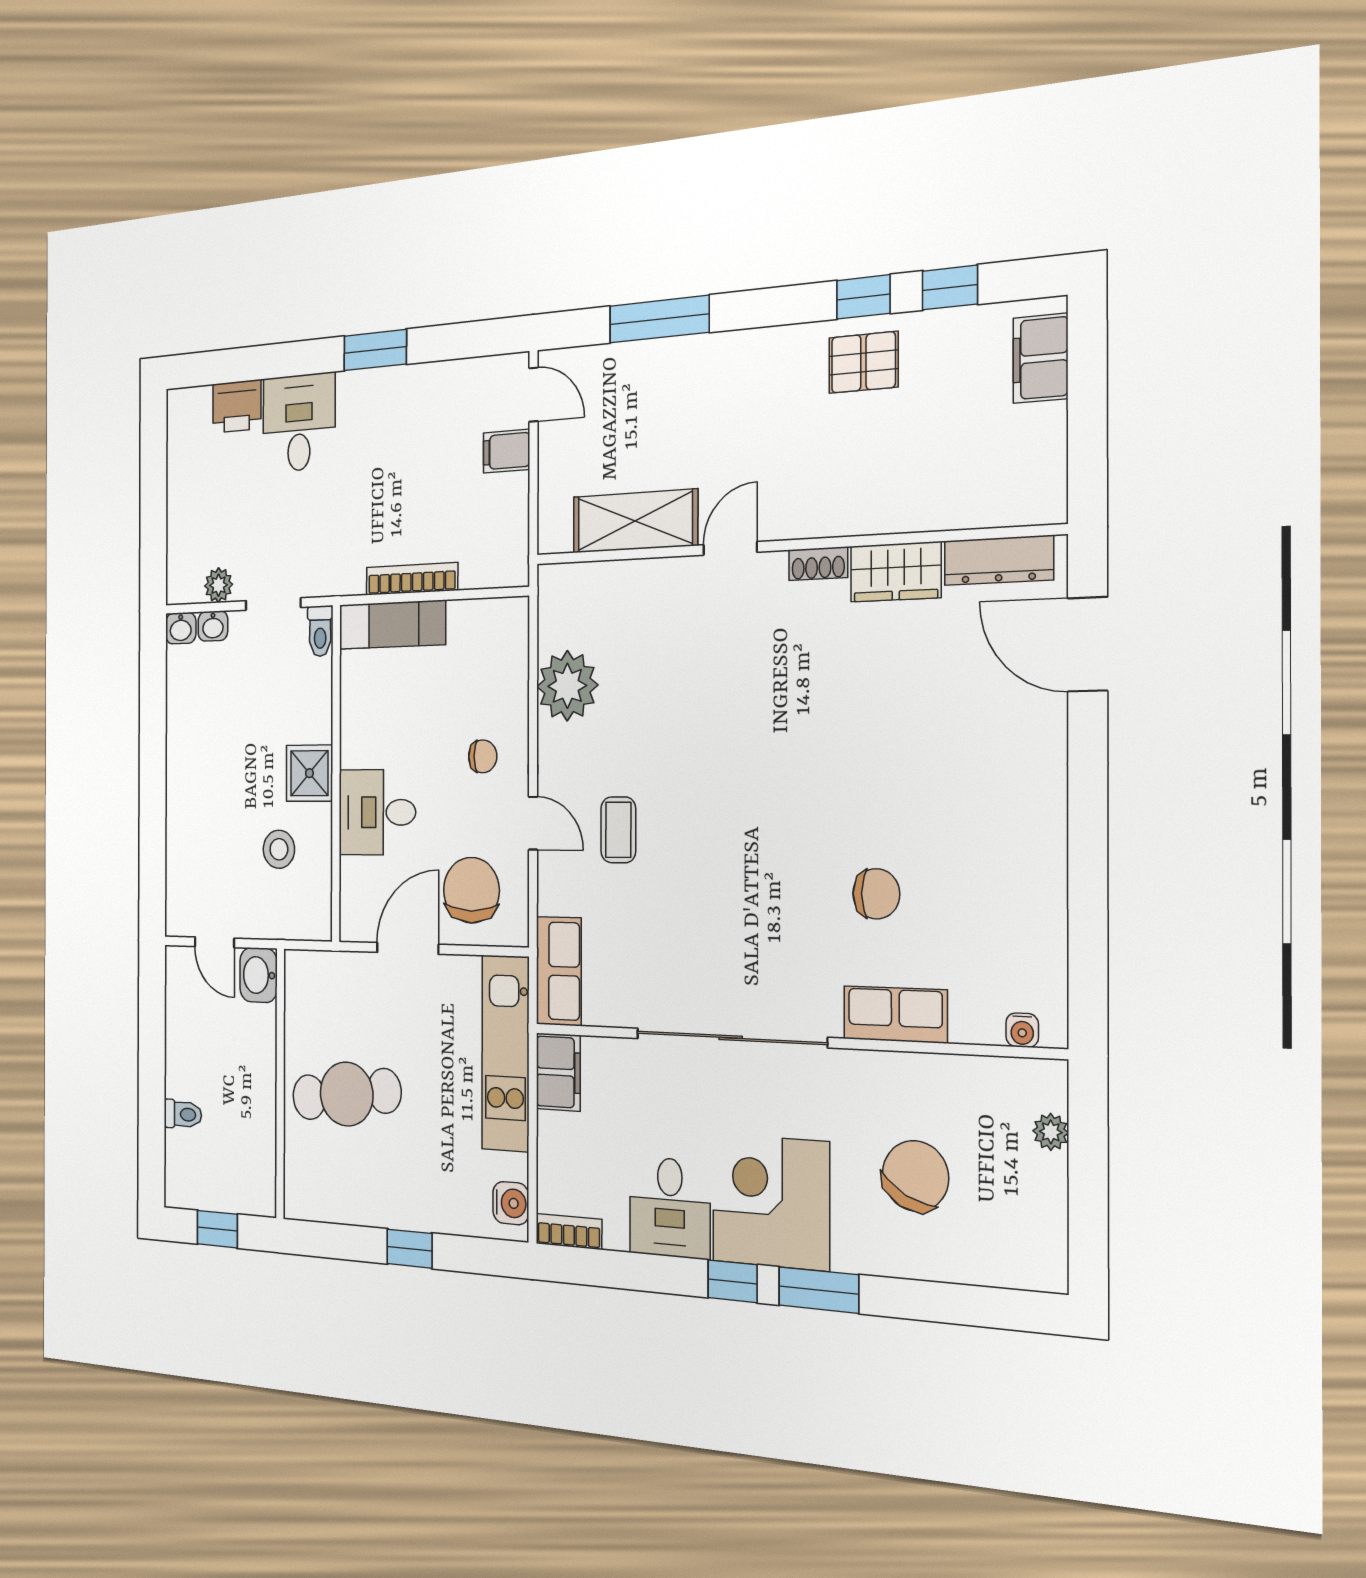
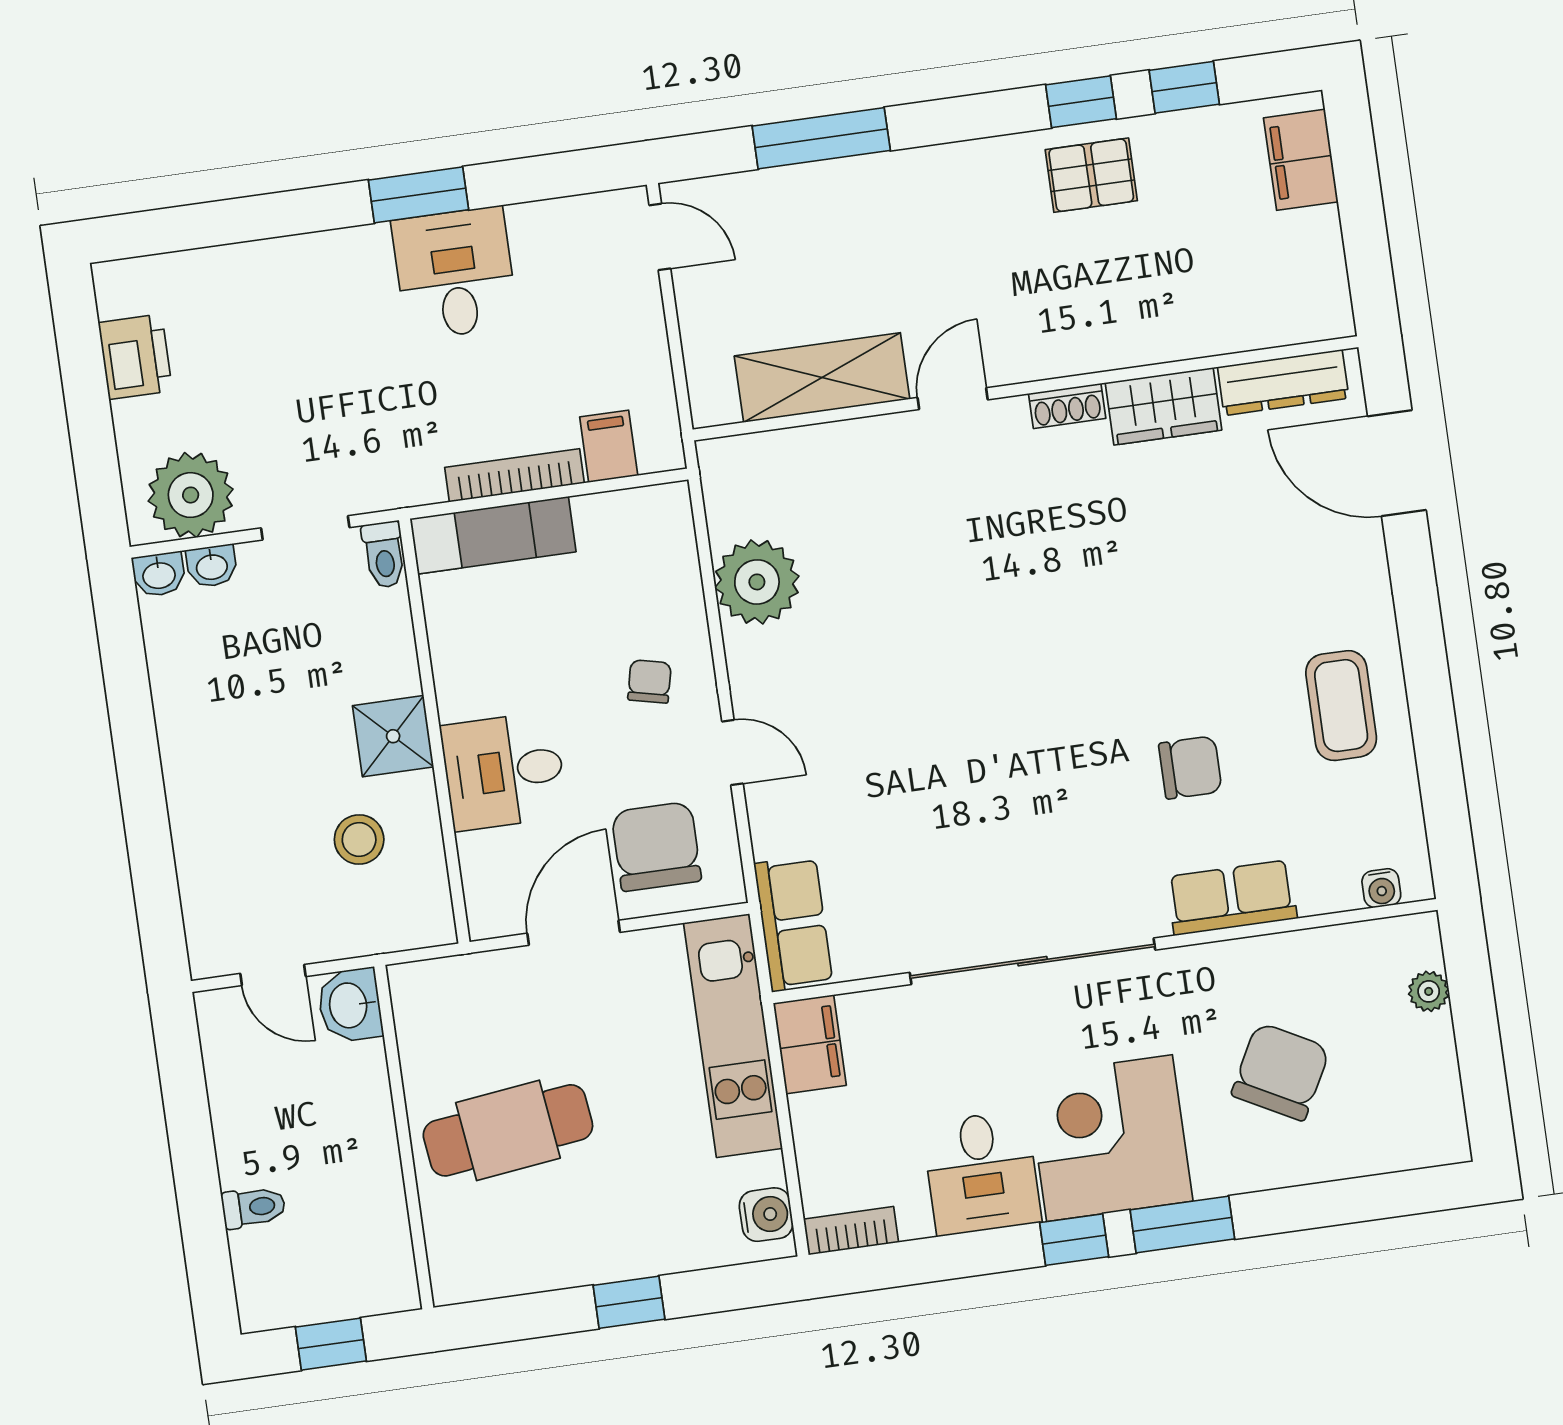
printer: (237, 406) -> (135, 357), moved, turned -90
desk: (299, 423) -> (455, 273), moved
filing cabinet: (506, 451) -> (609, 446), moved, turned 90
plant: (219, 585) -> (191, 495), width x1.88, depth x1.88
chair: (483, 756) -> (649, 681), turned -77
coffee table: (618, 830) -> (1341, 706), moved, width x1.36, depth x1.30

